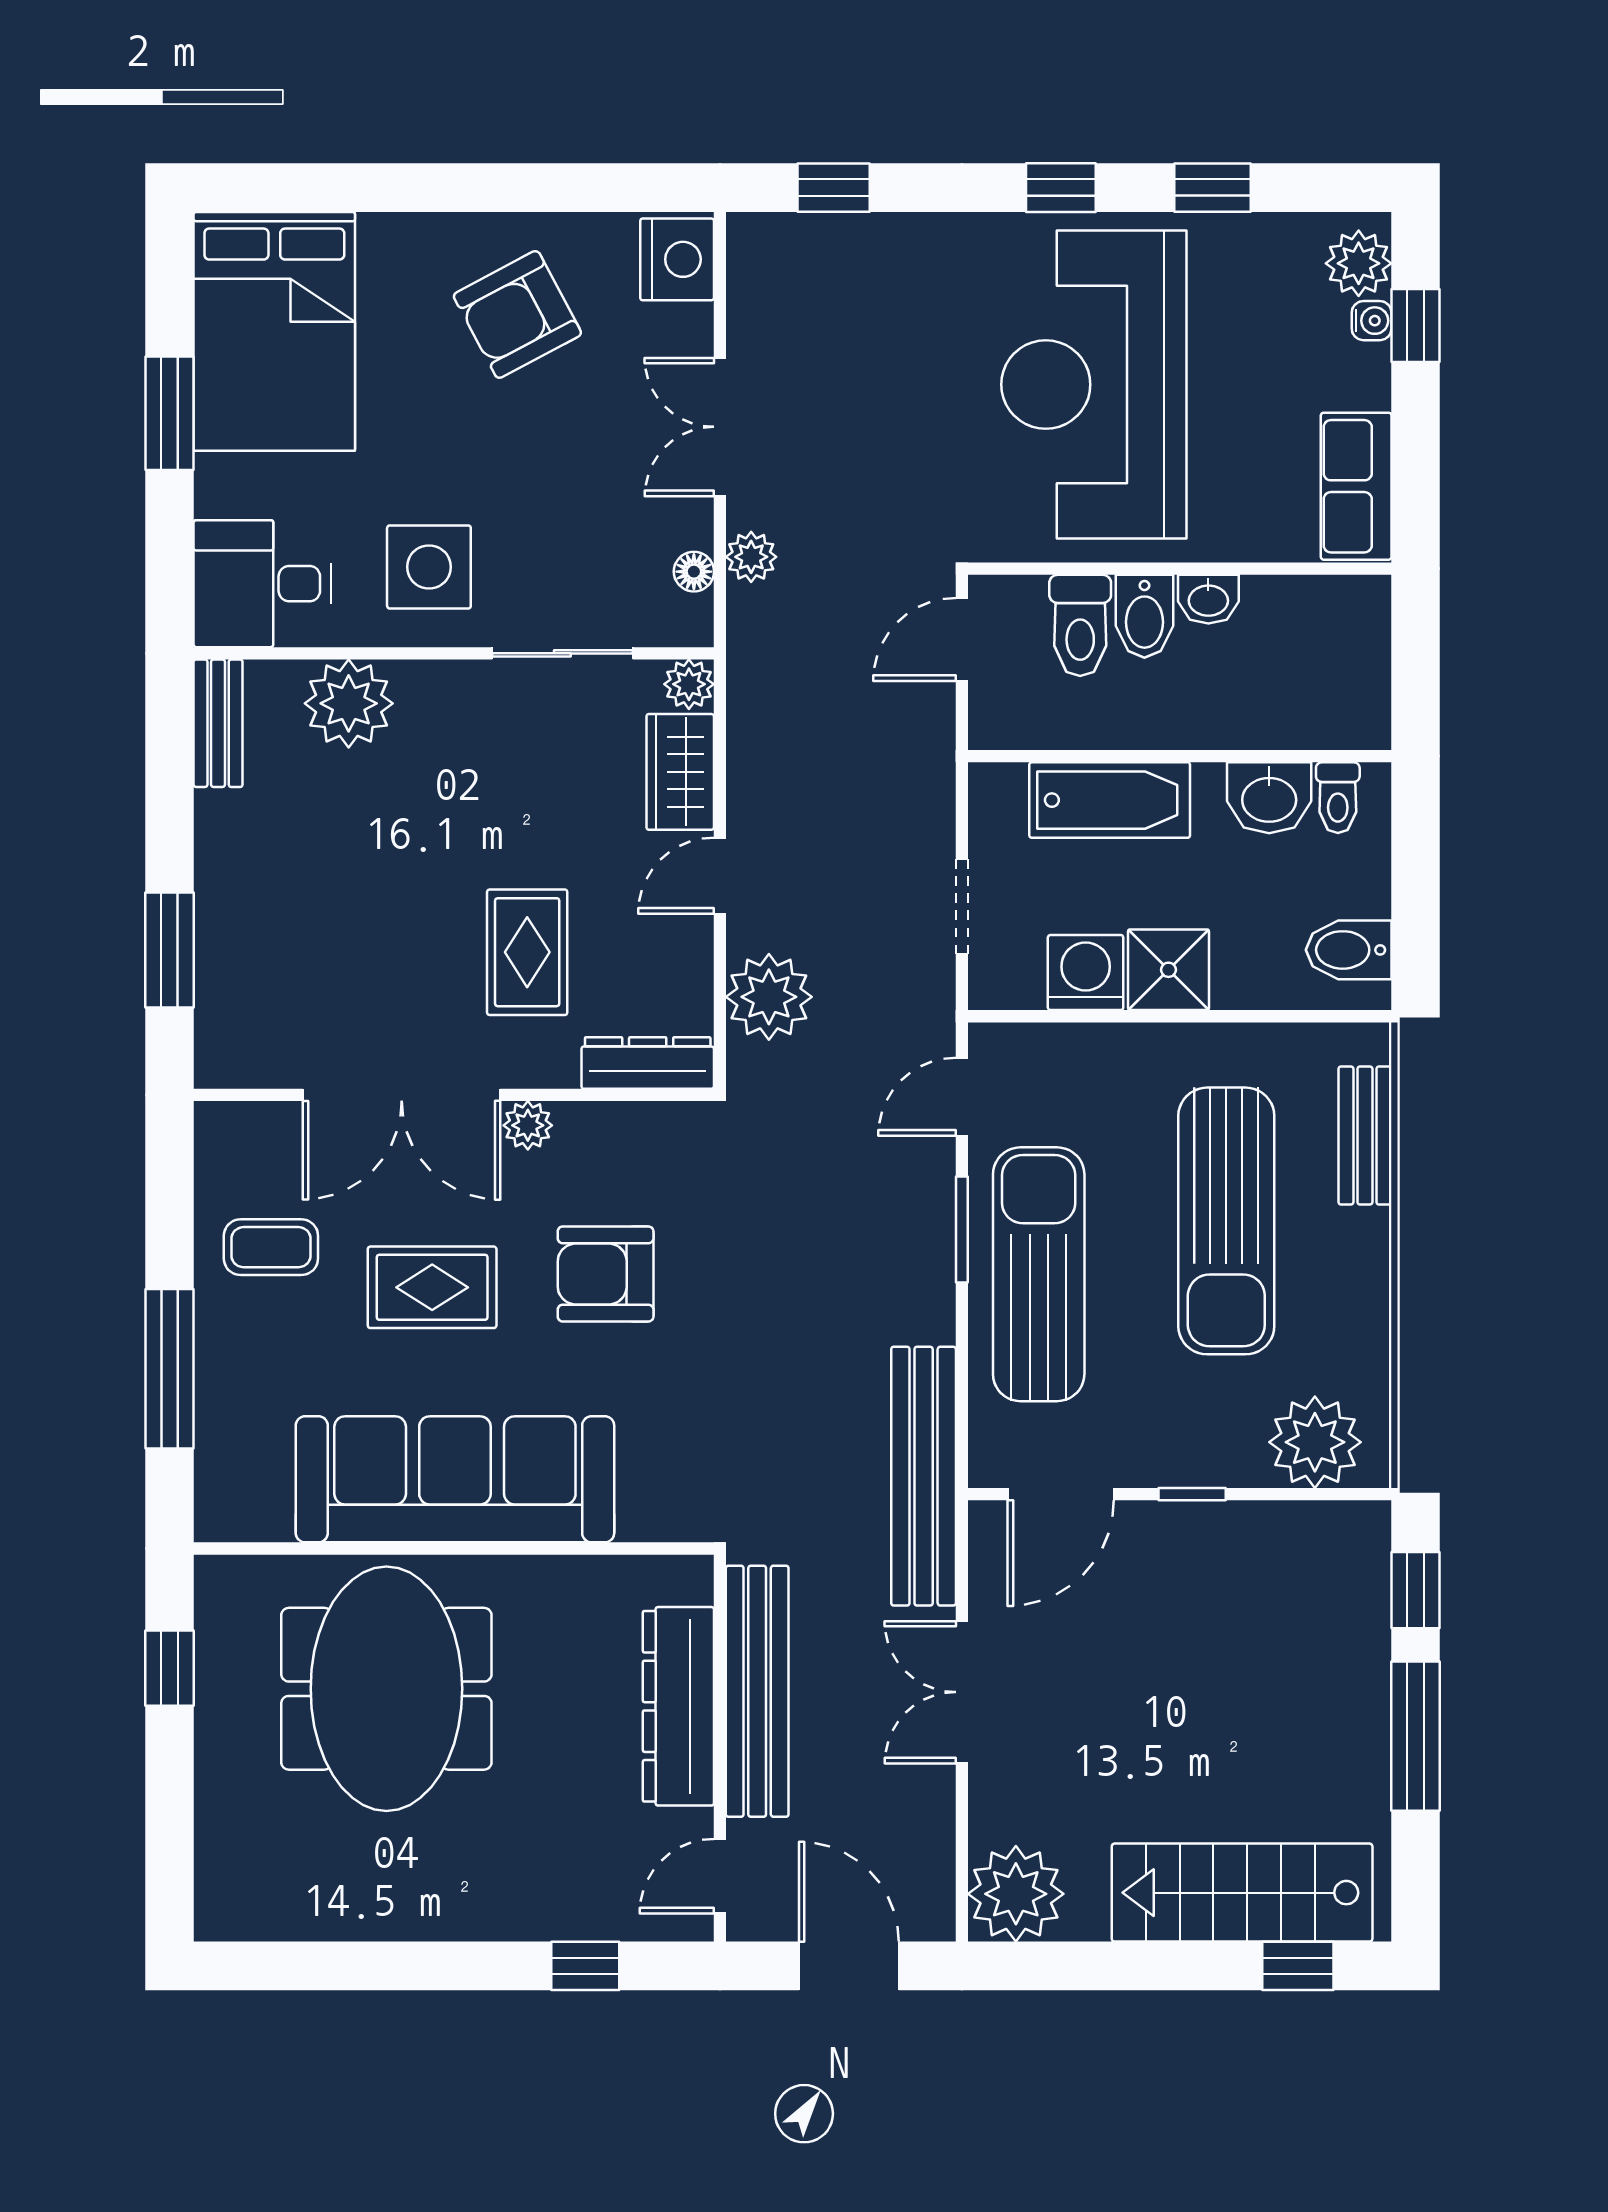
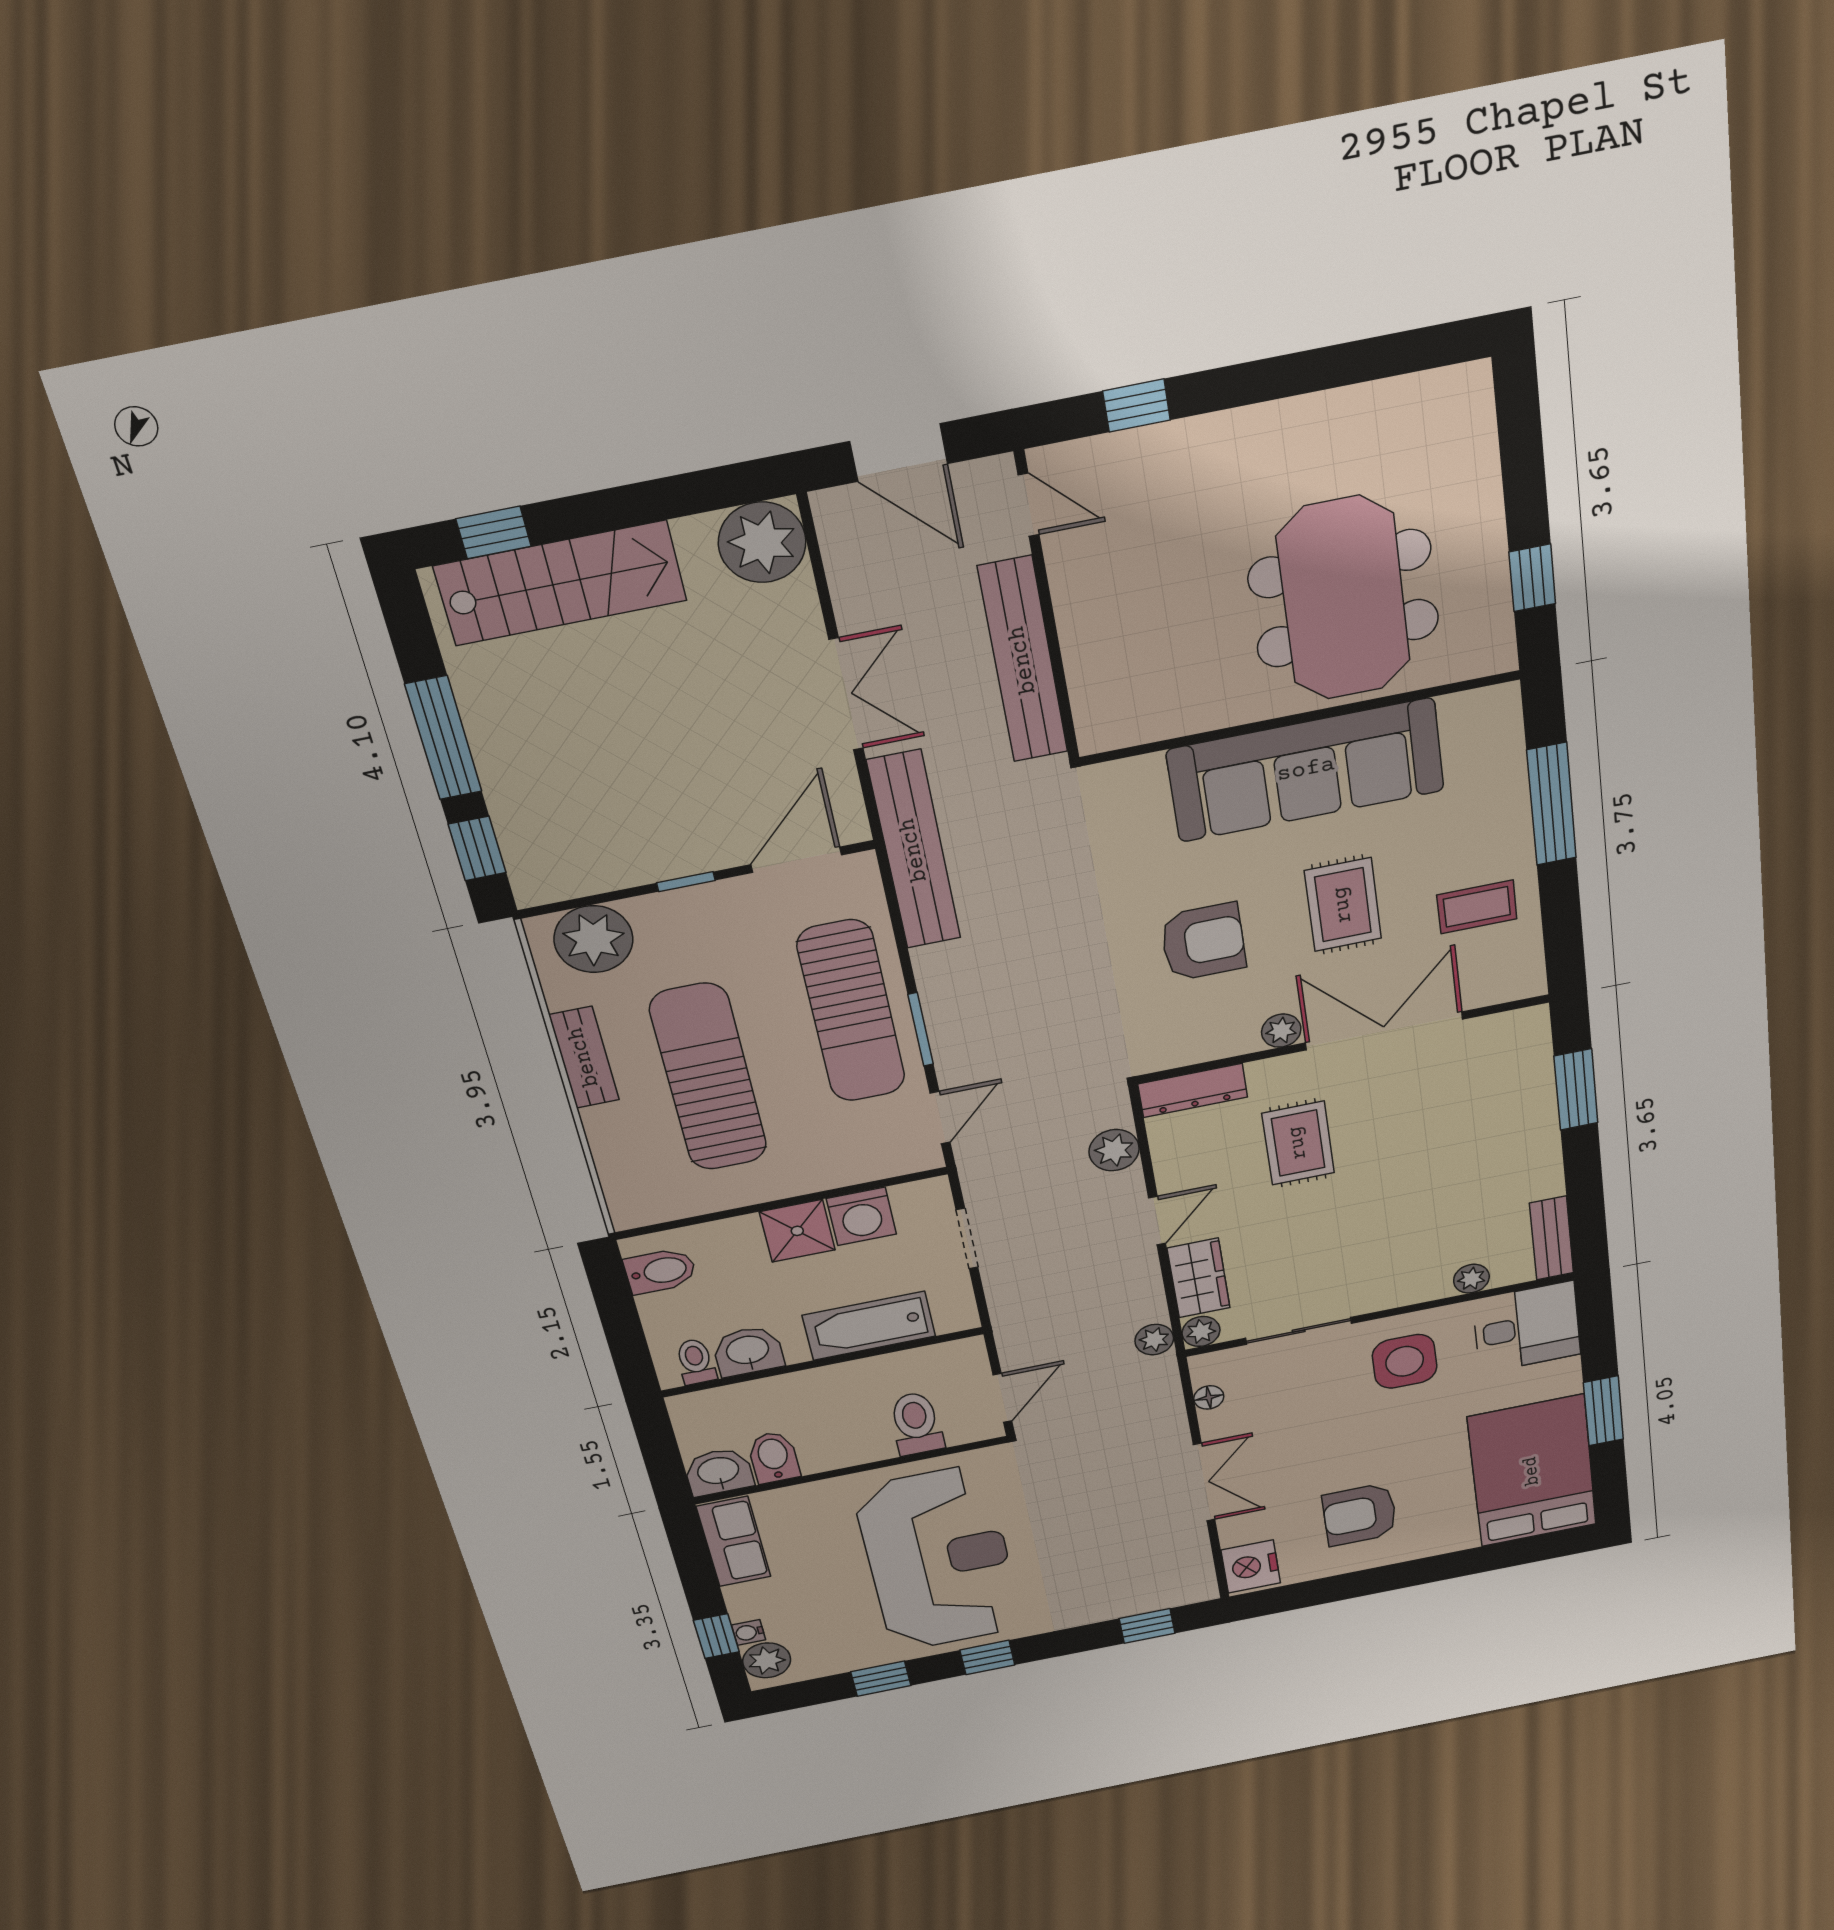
armchair: (517, 314) -> (1360, 1515), turned -152
plant: (751, 557) -> (1154, 1340), moved
washbasin: (1208, 599) -> (718, 1472), moved, width x1.38, depth x1.45
bidet: (1144, 616) -> (774, 1457), moved
plant: (349, 703) -> (1471, 1279), width x0.53, depth x0.53
plant: (769, 997) -> (1114, 1150), width x0.73, depth x0.73
bench: (1365, 1136) -> (584, 1057), moved
rug: (432, 1287) -> (1343, 905), turned 90
dresser: (678, 1706) -> (1089, 635), removed
door: (720, 1876) -> (1029, 505), hinge flipped

